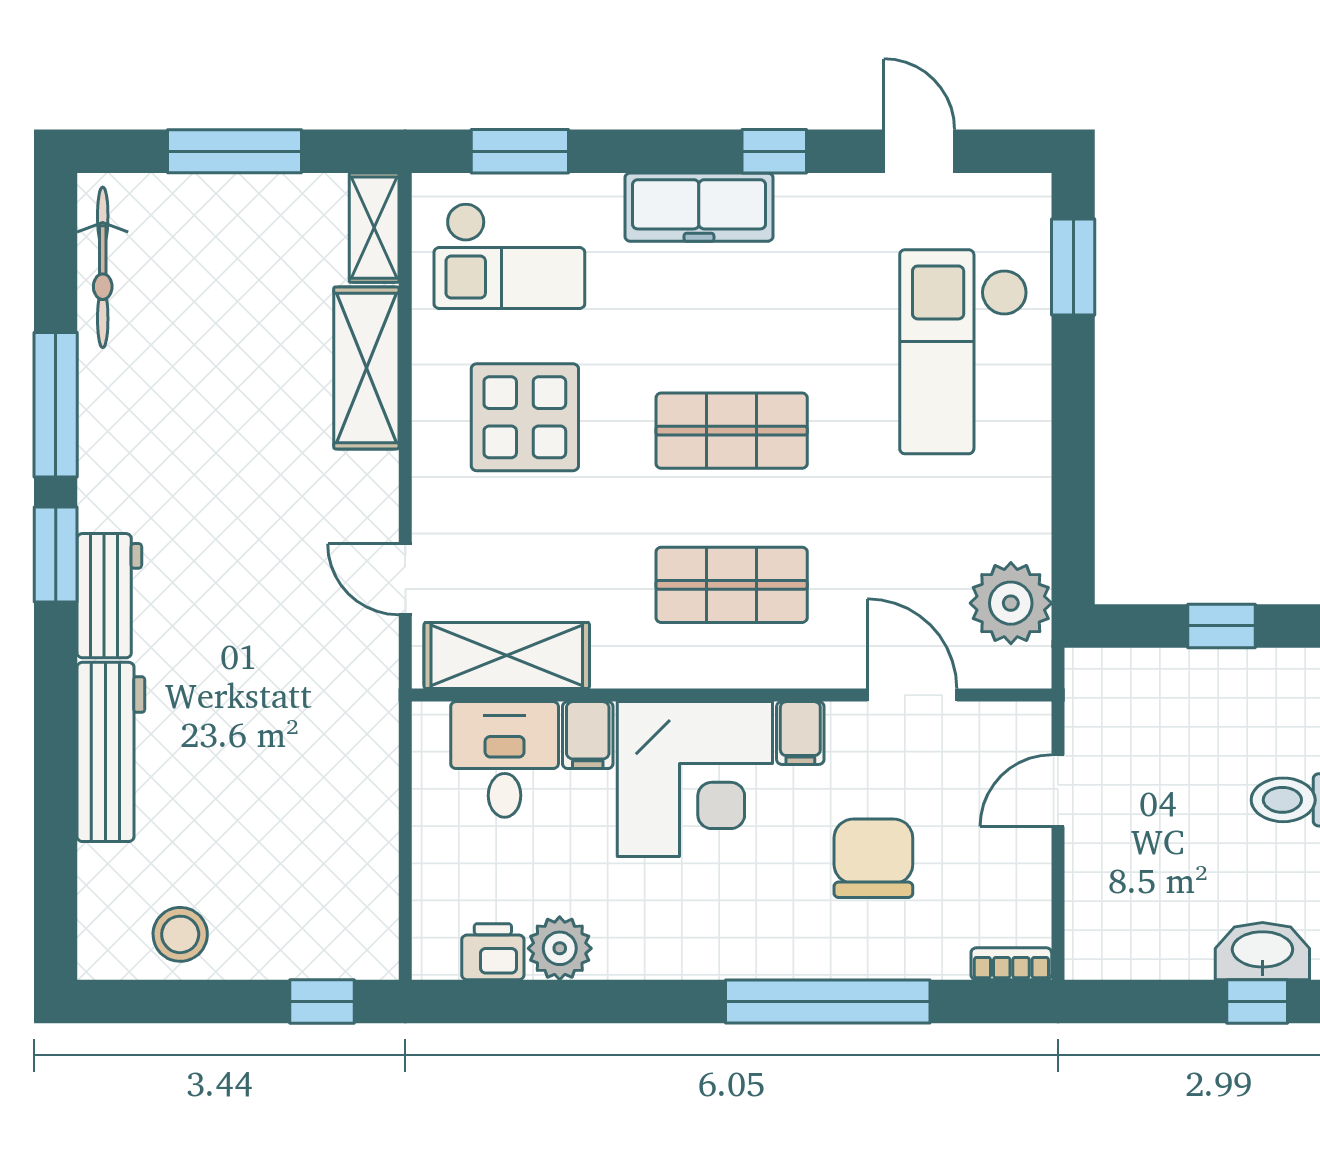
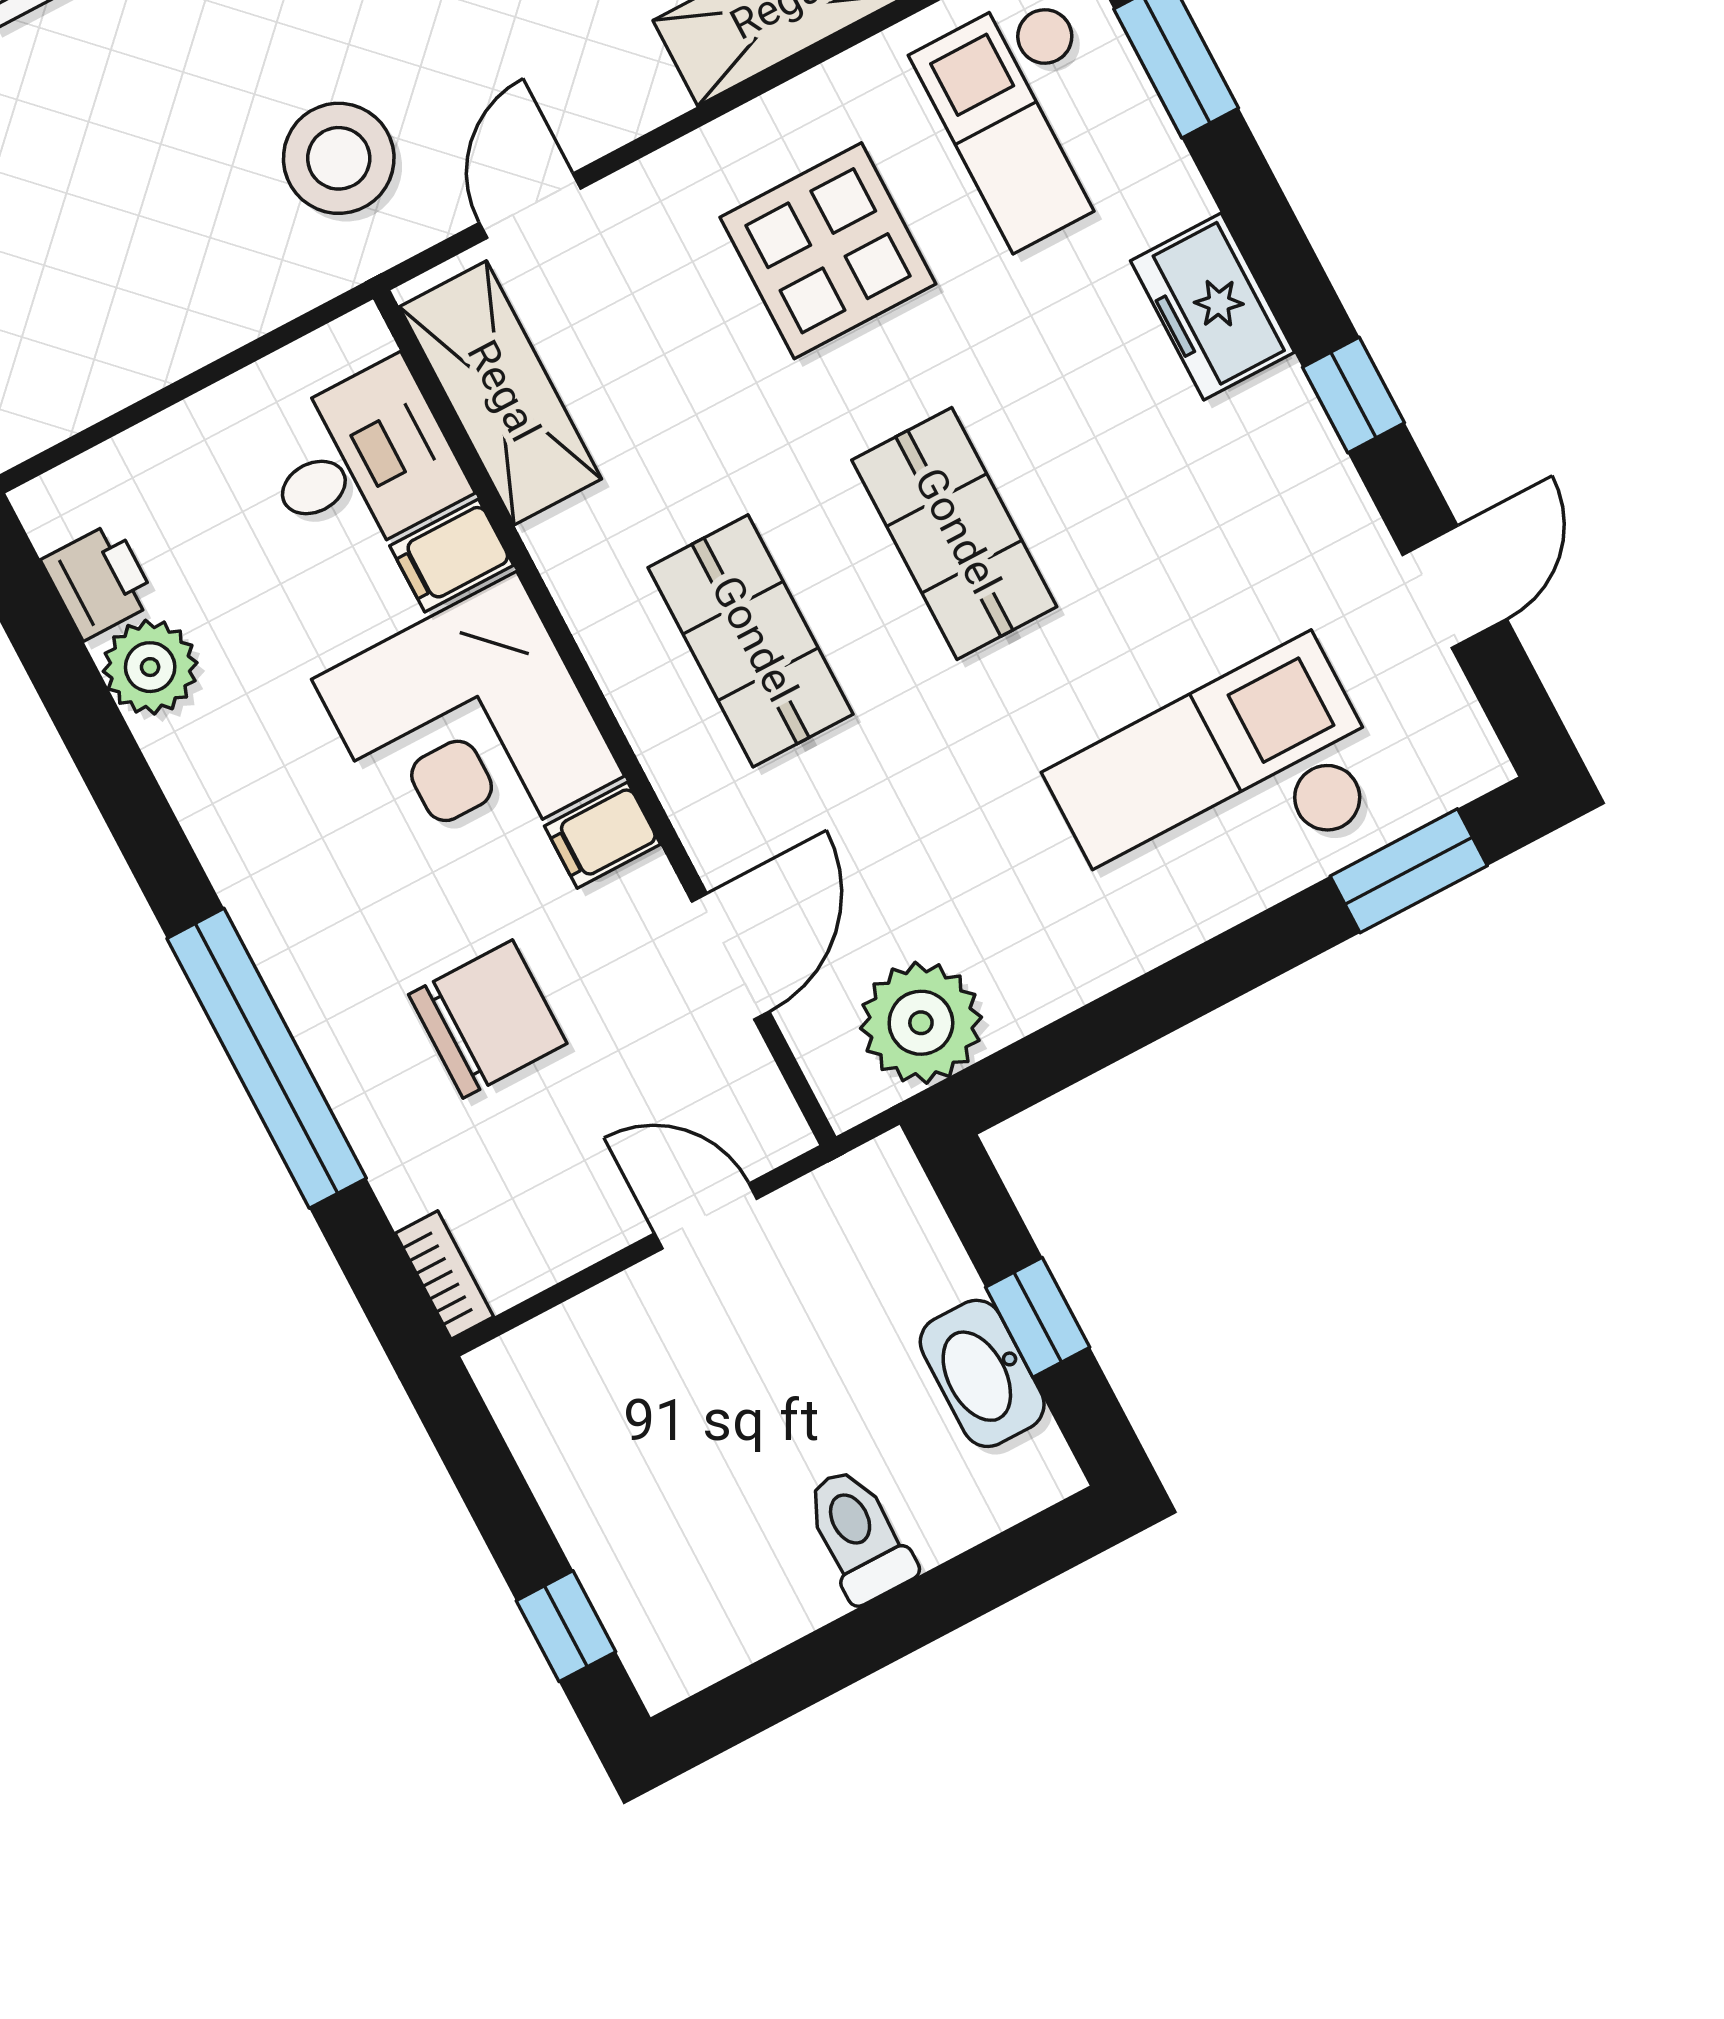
freezer: (699, 207) -> (1212, 307), width x0.71
stool: (318, 678) -> (339, 158), added
washbasin: (1262, 951) -> (982, 1373), moved, turned 180

